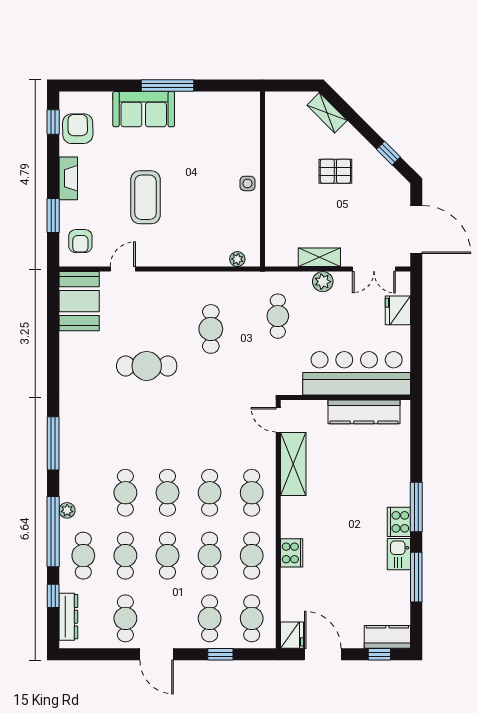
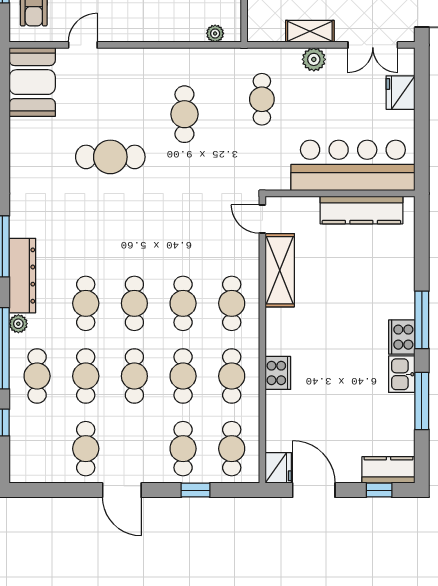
dresser: (68, 617) -> (22, 276), moved, width x1.37, depth x1.24

